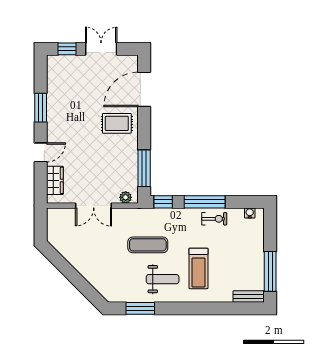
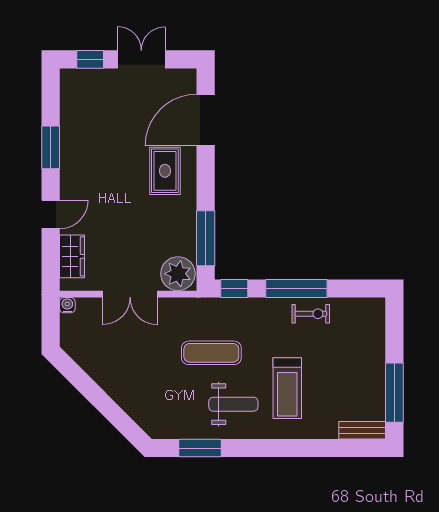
rug: (117, 123) -> (165, 171), turned 90
plant: (126, 197) -> (178, 274), width x1.87, depth x1.87
water cooler: (250, 213) -> (67, 305), moved

